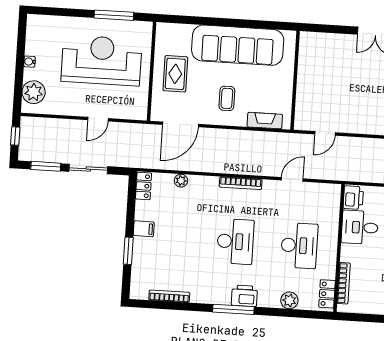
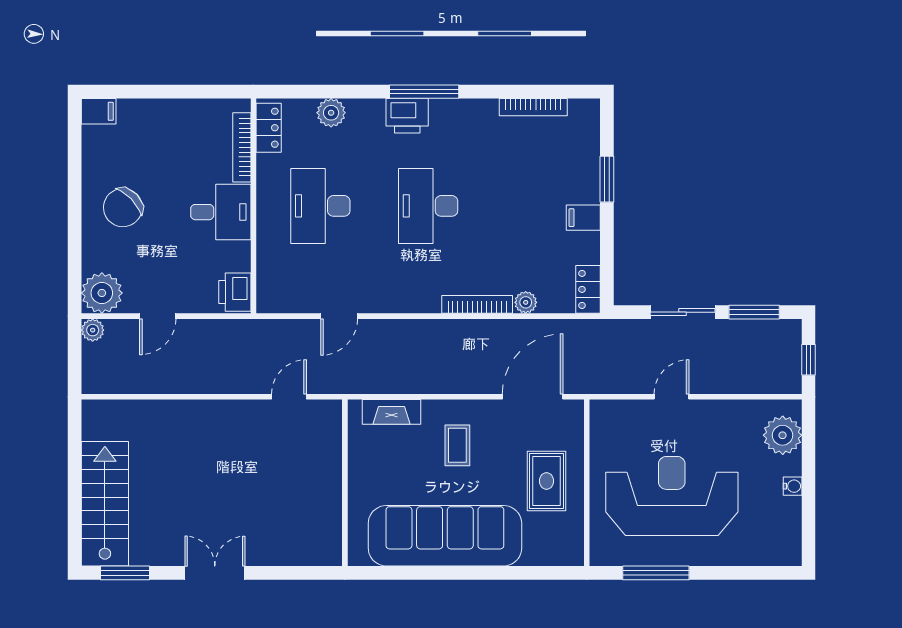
reception desk: (102, 60) -> (672, 496), turned 180
bookcase: (241, 183) -> (477, 304), moved
desk: (360, 227) -> (221, 212), moved

